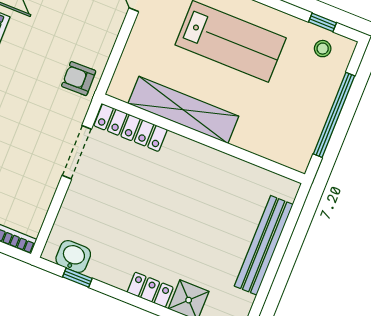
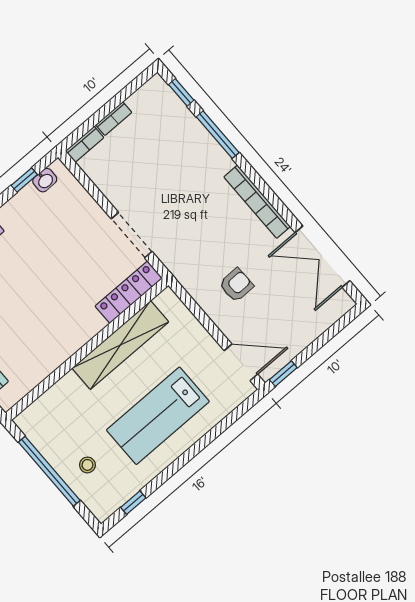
stool: (323, 49) -> (87, 465), moved
armchair: (79, 79) -> (236, 285), moved
washbasin: (73, 257) -> (45, 180), width x0.72, depth x0.69

